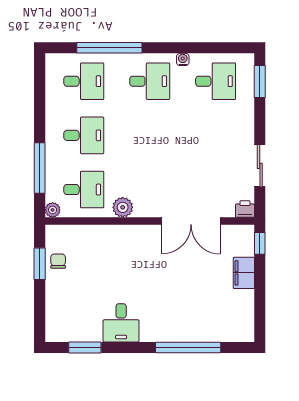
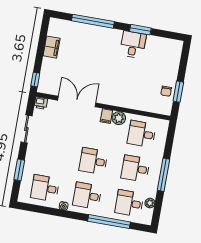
window: (260, 81) -> (19, 170), moved
desk: (150, 135) -> (93, 161), added
window: (40, 168) -> (163, 175), moved
filing cabinet: (142, 207) -> (106, 116), added
plant: (53, 210) -> (150, 203), moved
filing cabinet: (244, 273) -> (52, 47), moved
window: (85, 347) -> (140, 30), moved

